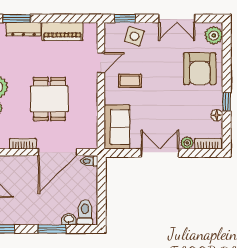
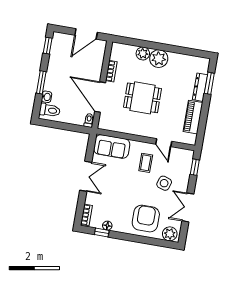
side table: (134, 36) -> (164, 183), moved
armchair: (200, 69) -> (146, 219), turned 90
window: (227, 102) -> (102, 232), moved
plant: (187, 143) -> (90, 199), removed

